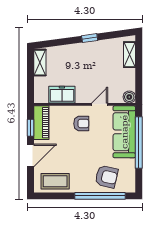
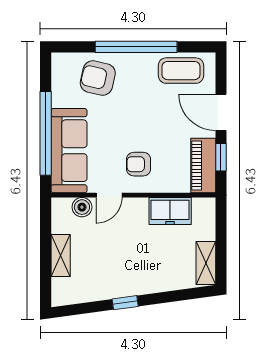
shelving: (129, 55) -> (61, 255), moved
boiler: (129, 97) -> (82, 207), moved
door: (31, 155) -> (221, 112), hinge flipped
window: (100, 196) -> (136, 47), moved

